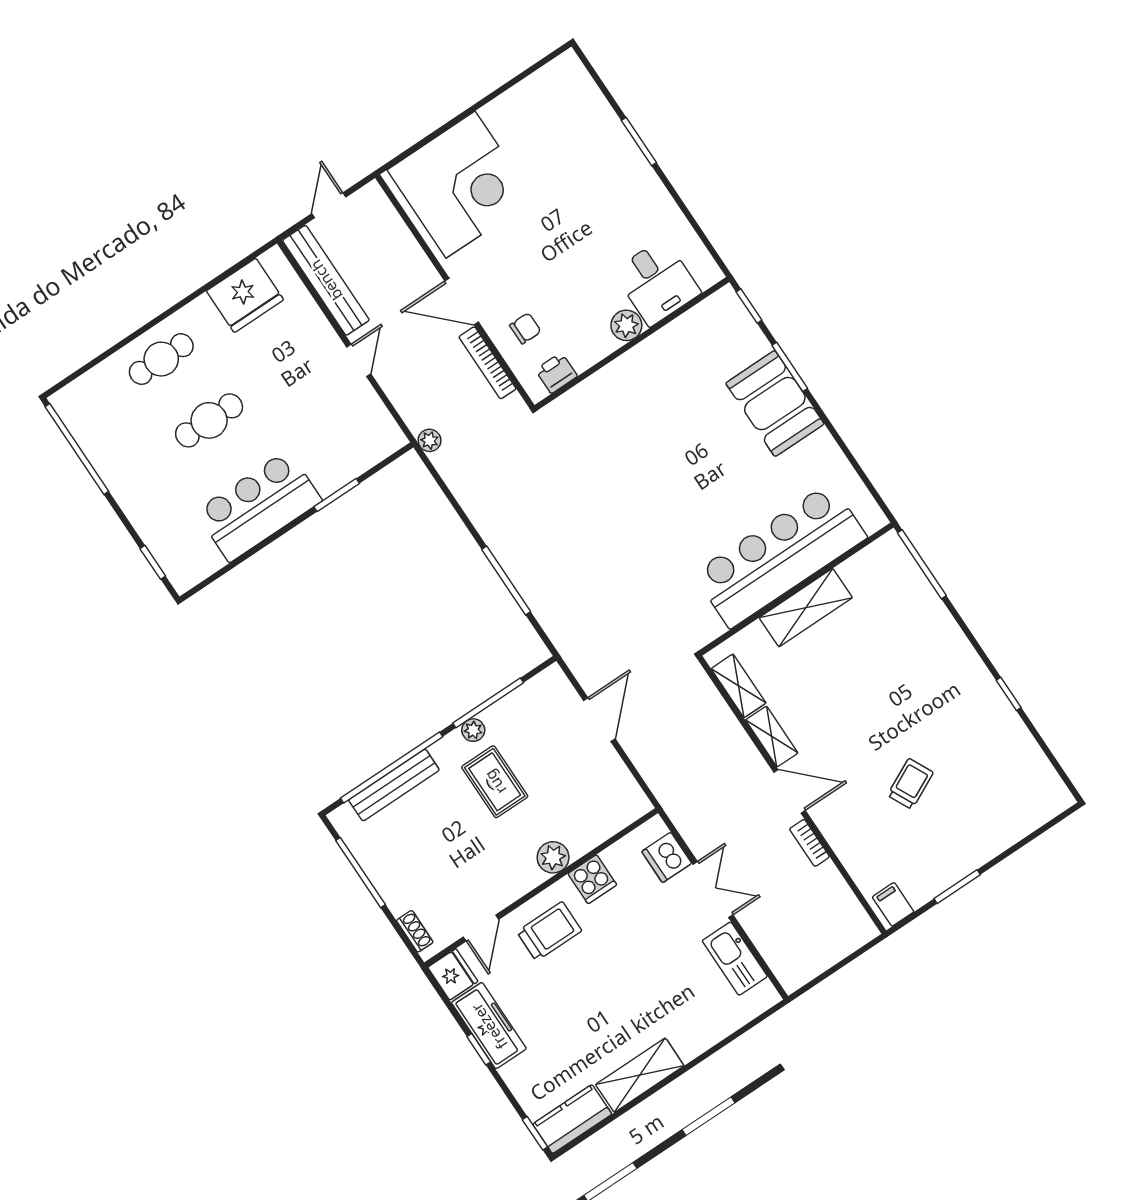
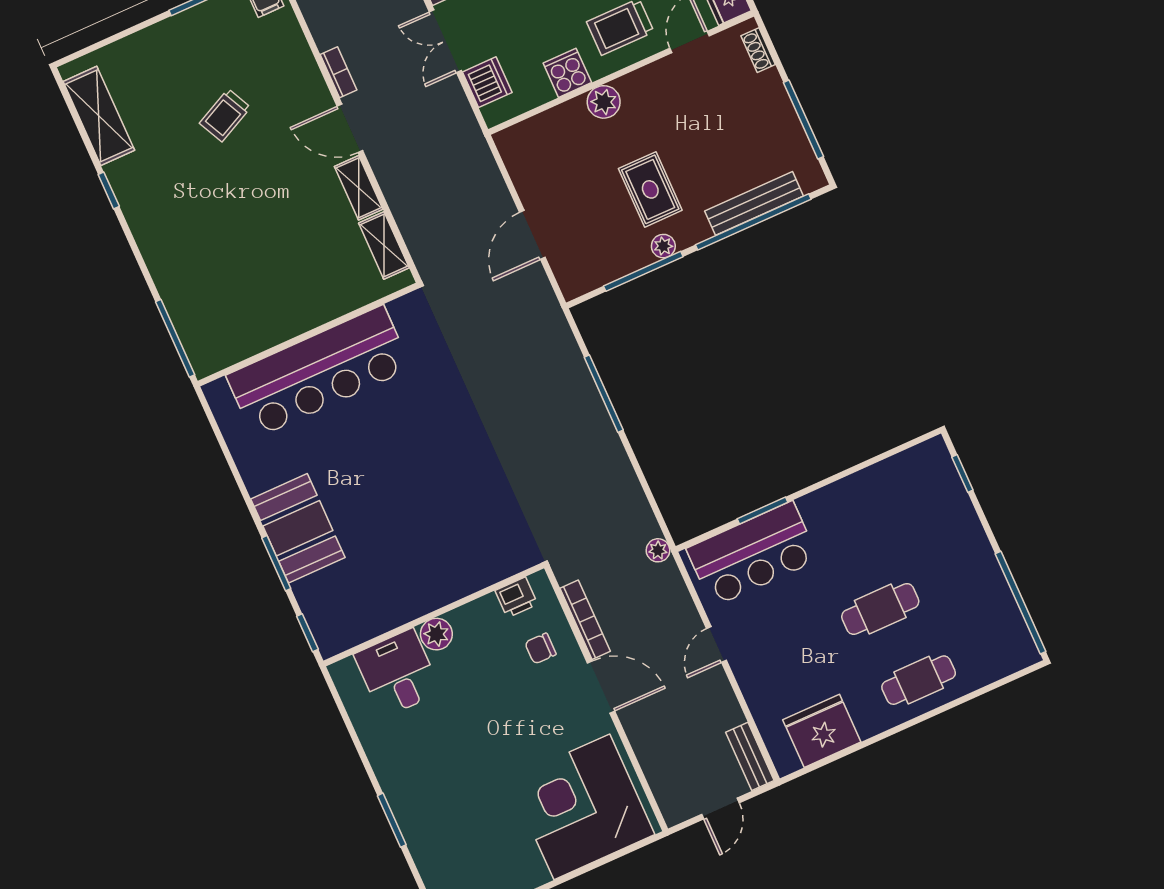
bench: (326, 280) -> (750, 756), width x0.54, depth x0.82
bar counter: (259, 506) -> (753, 554), moved
shelving: (806, 608) -> (99, 116), moved, turned 90

